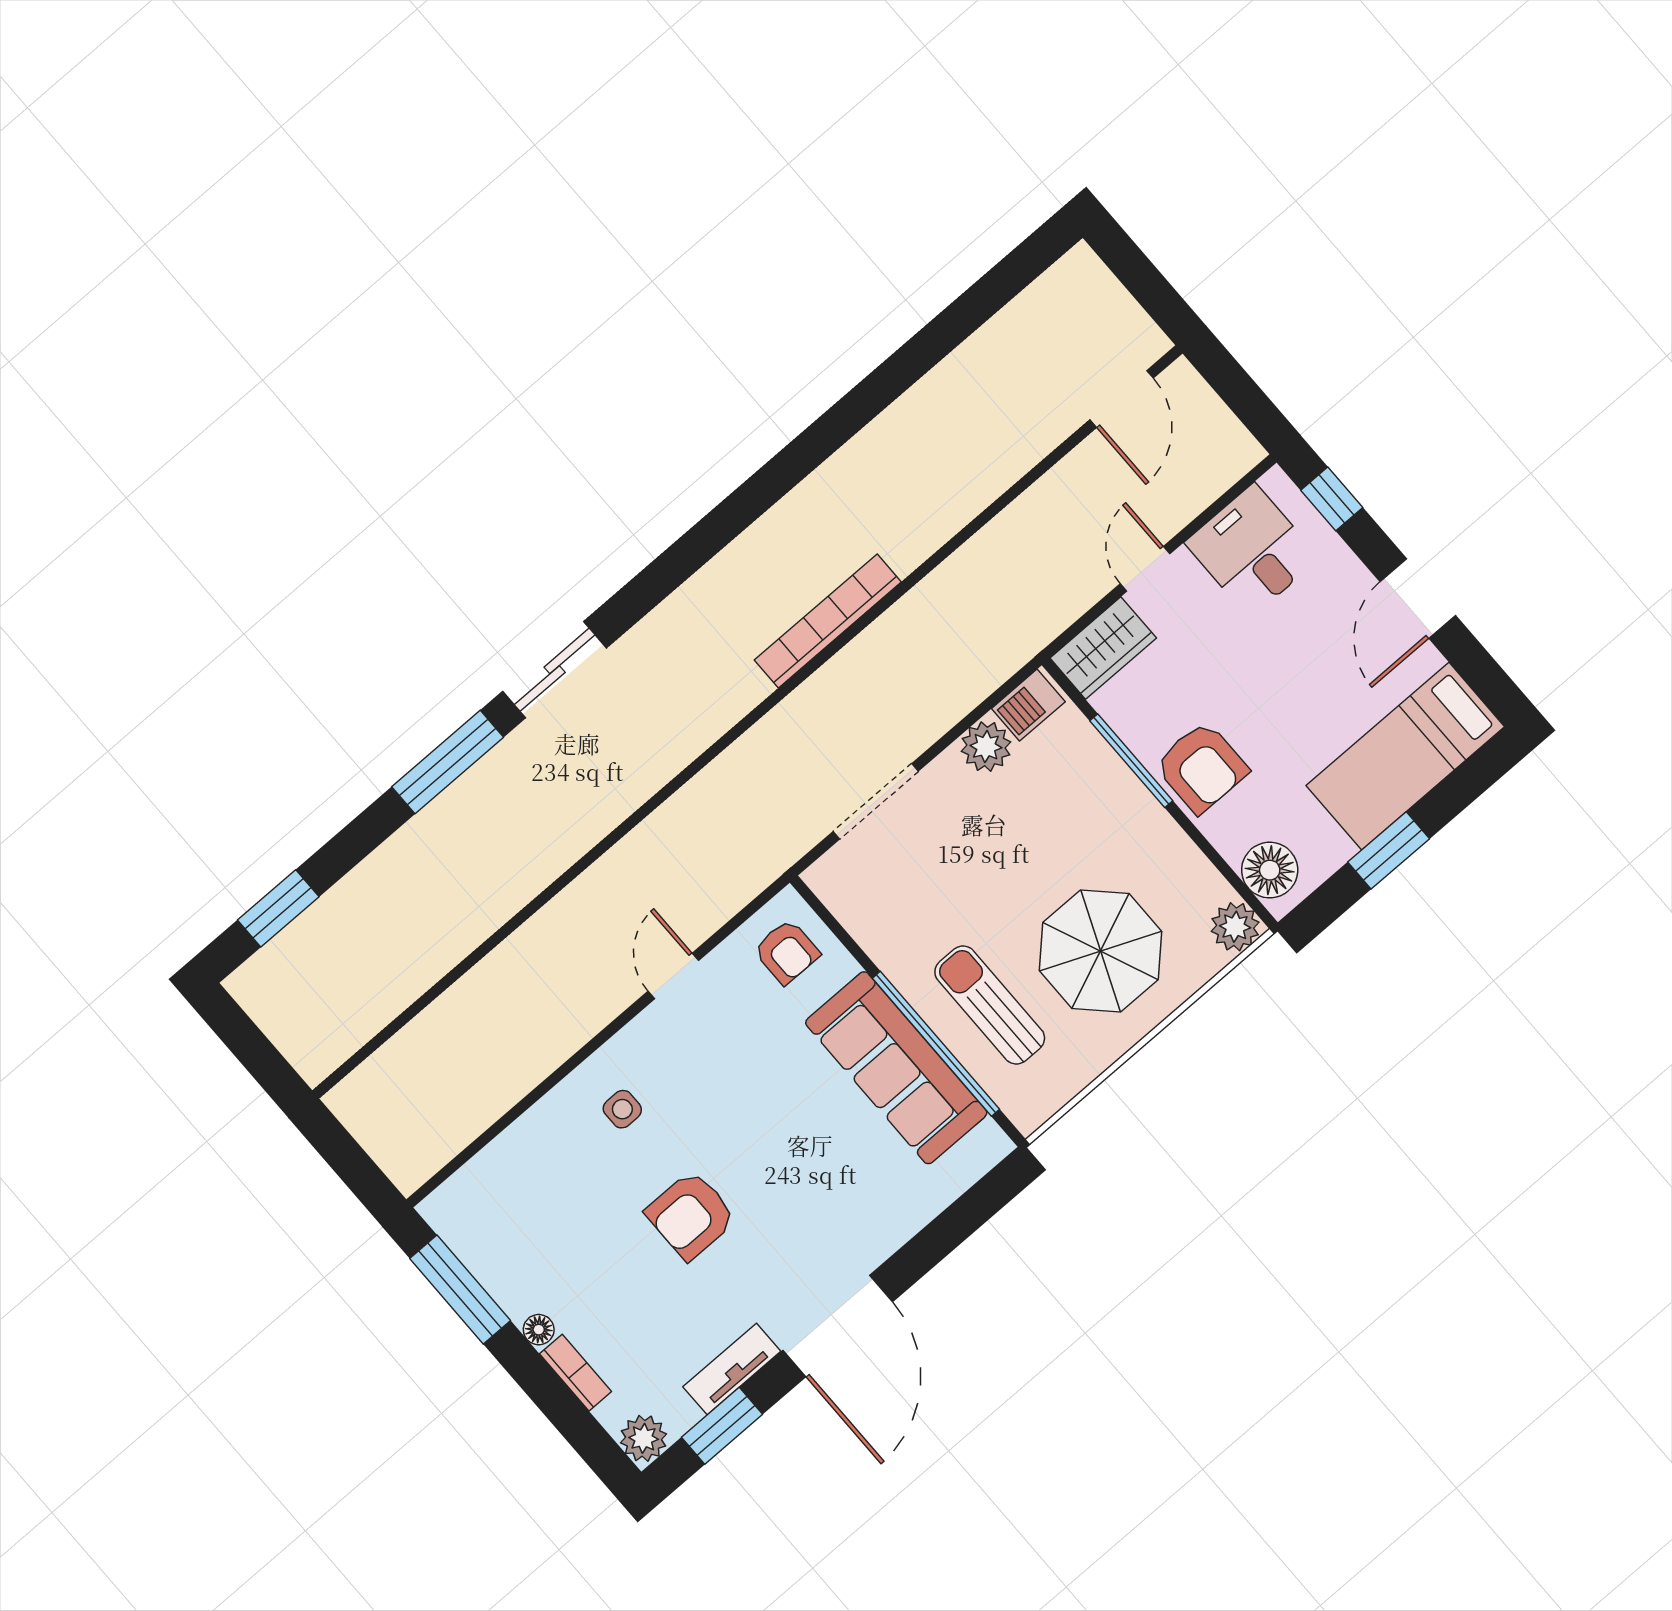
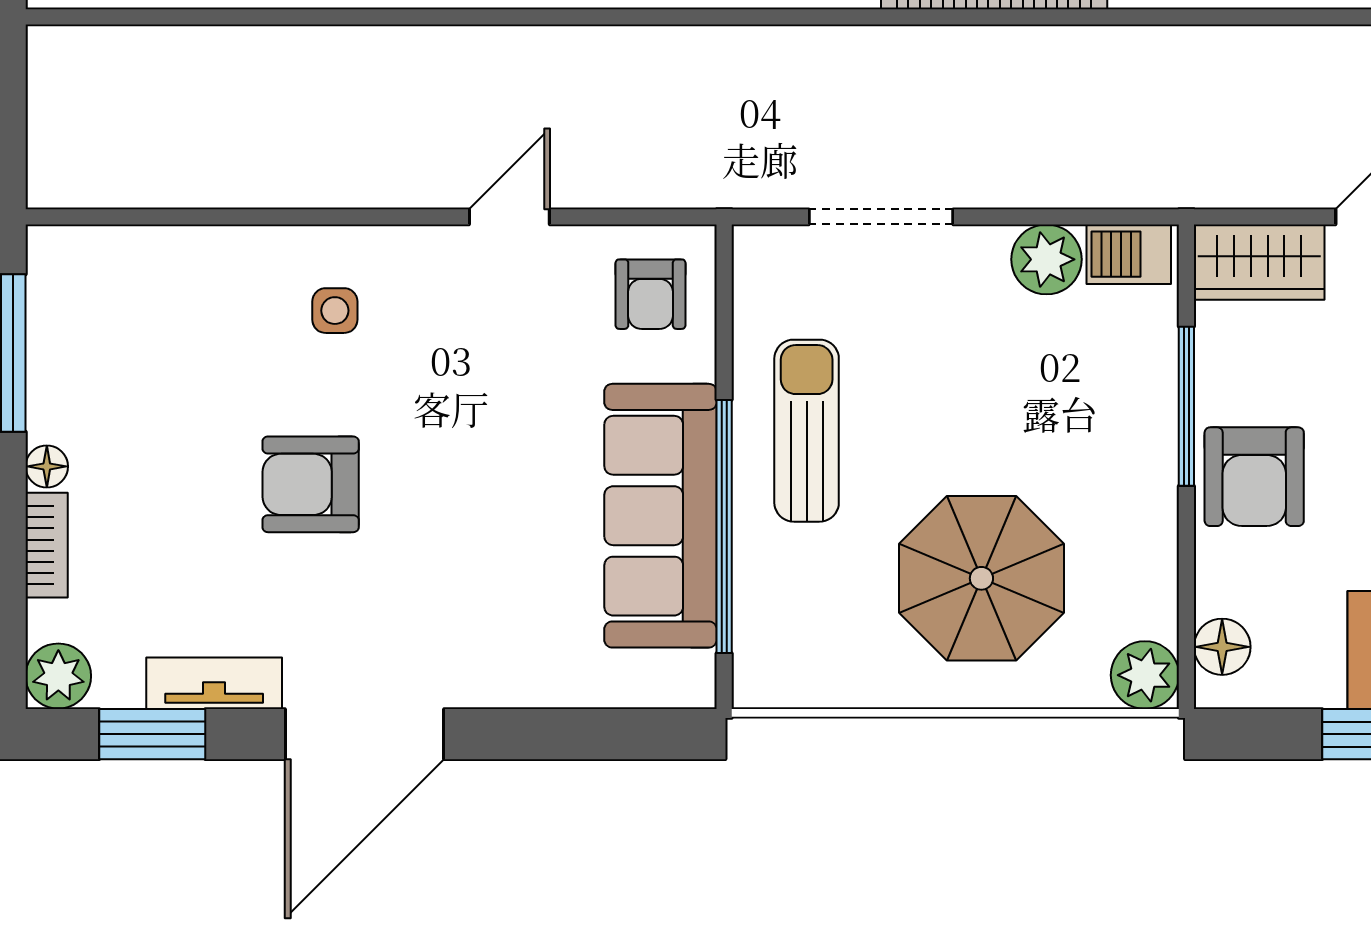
floor lamp: (1270, 870) -> (1222, 647), width x0.73, depth x0.73
sun lounger: (990, 1005) -> (807, 431), moved

